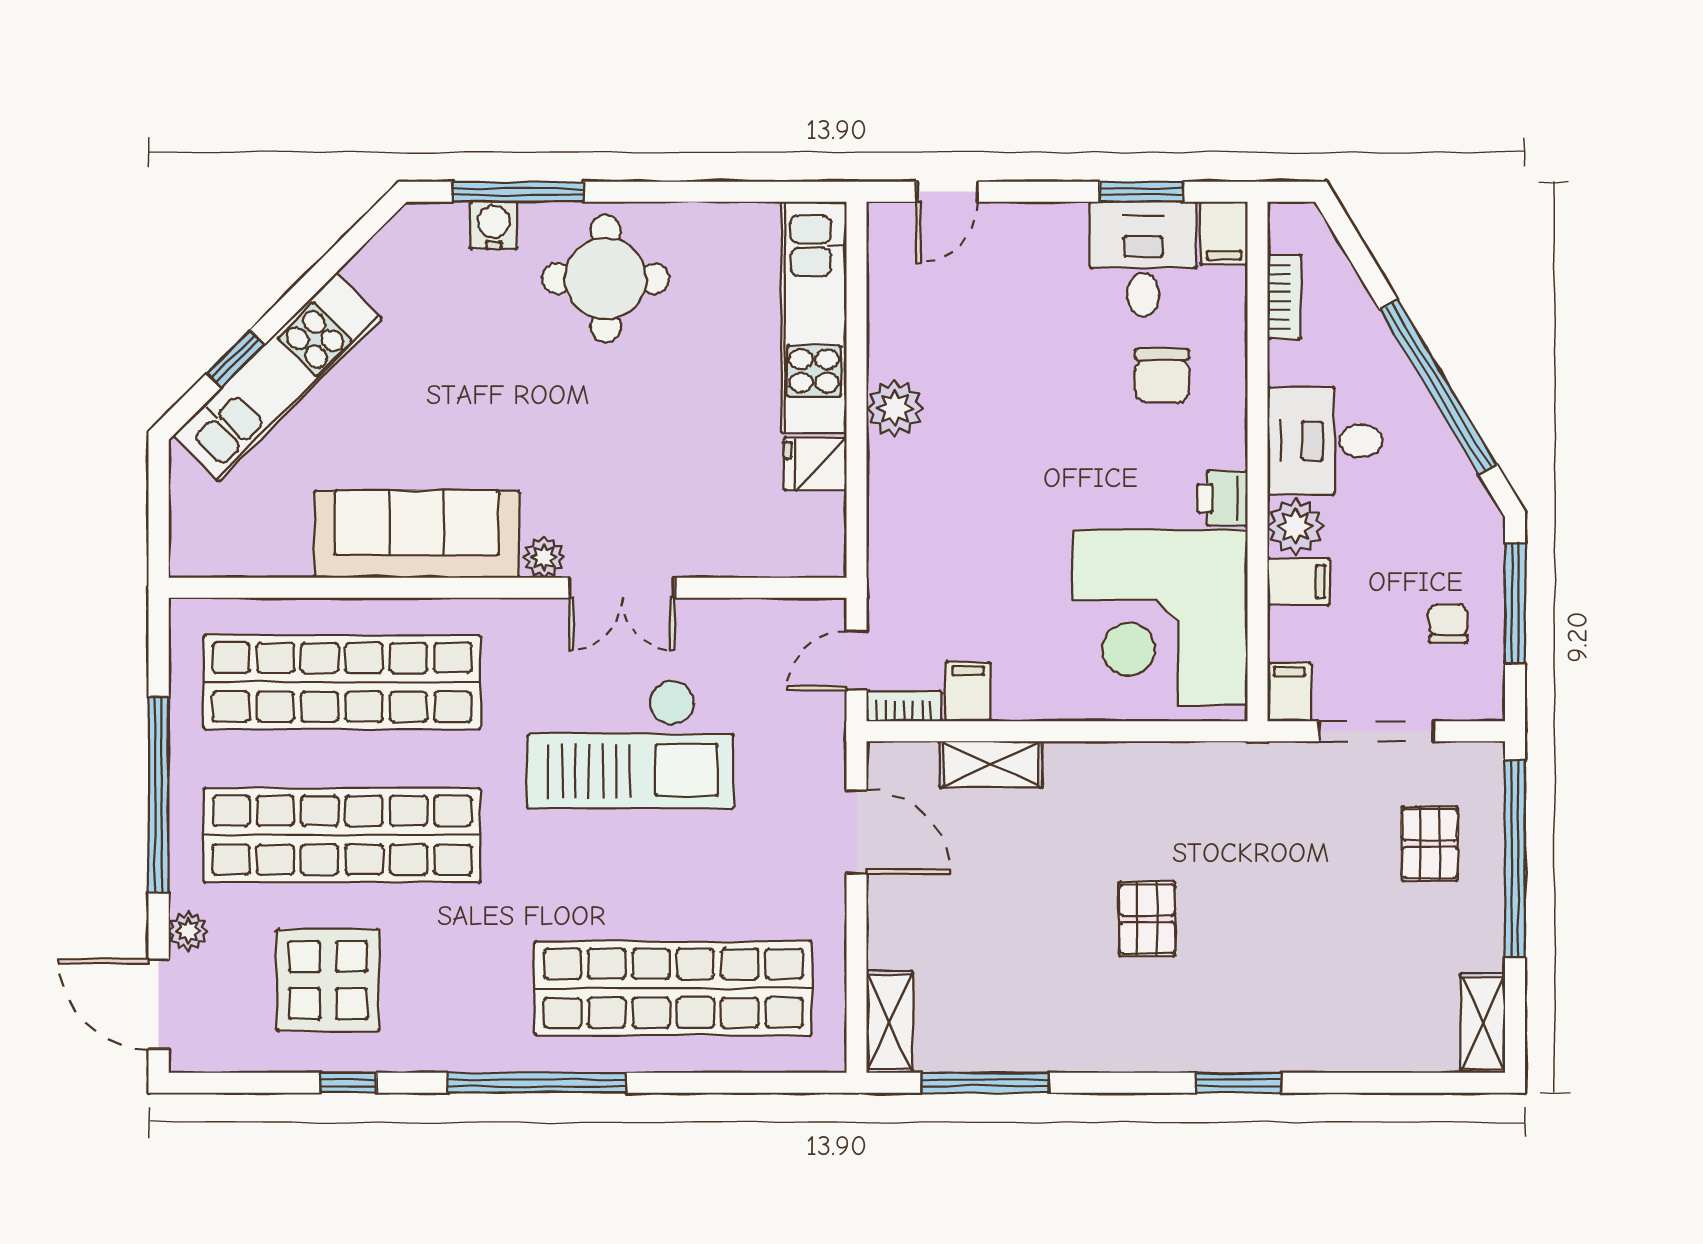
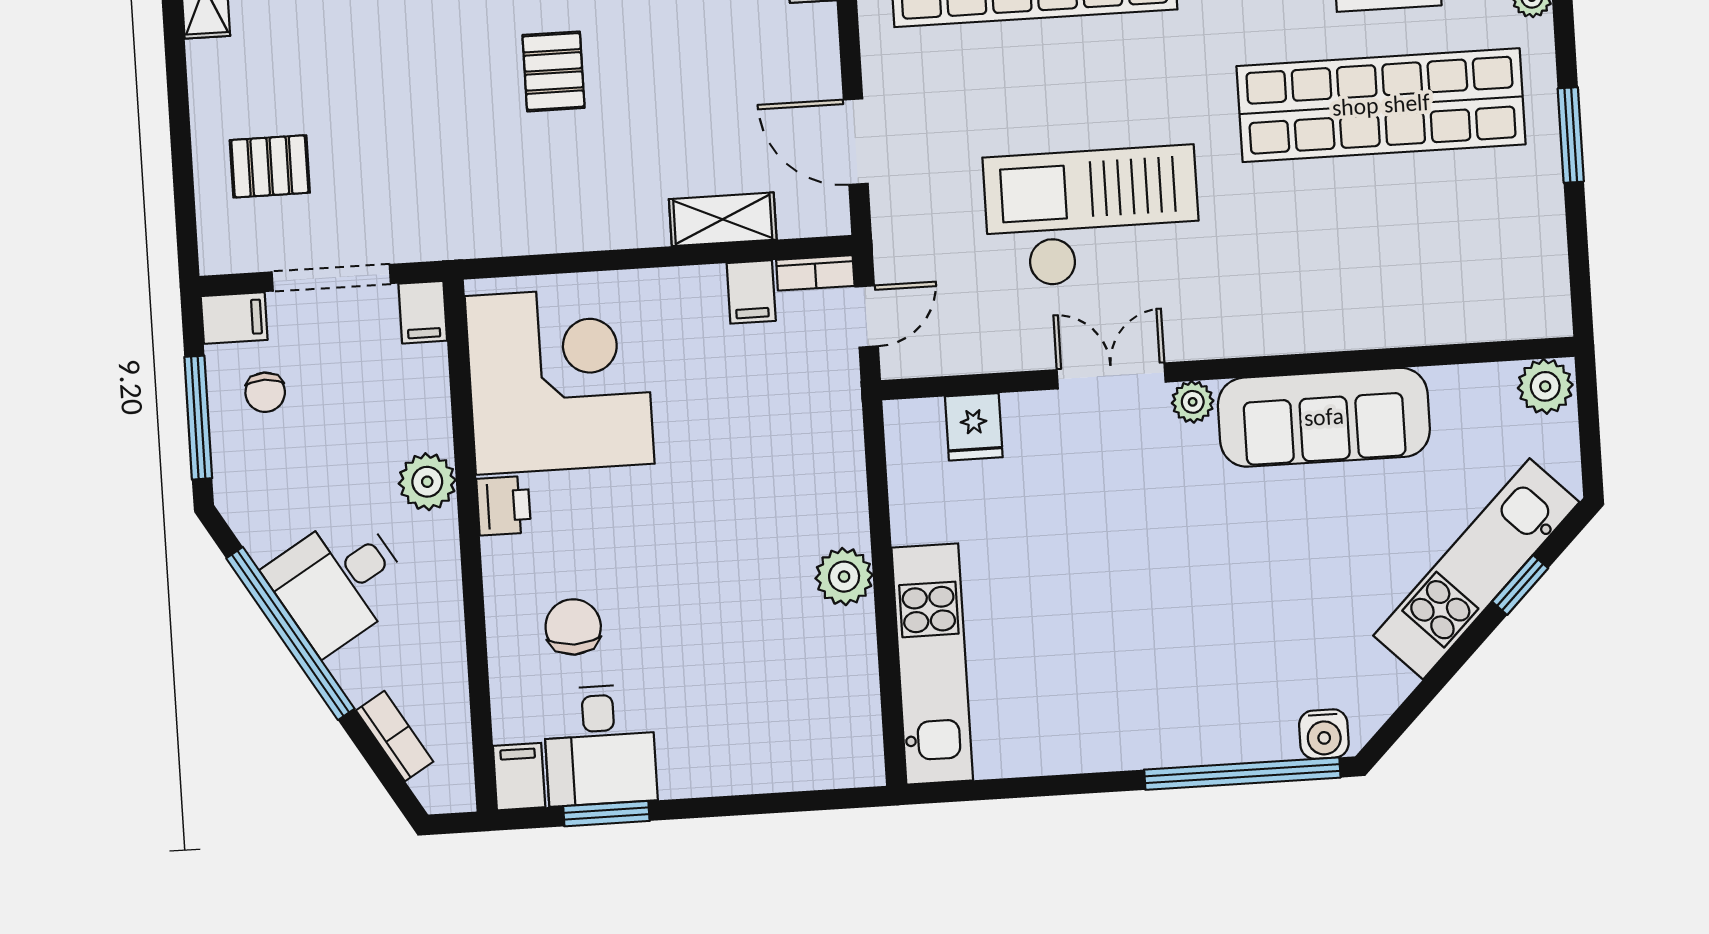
window: (518, 192) -> (1242, 774), width x1.46
door: (947, 192) -> (804, 801), removed
water cooler: (494, 225) -> (1324, 734), moved
round table: (606, 279) -> (1148, 690), removed
bookcase: (1284, 297) -> (395, 736), moved, turned 149
desk: (1325, 441) -> (339, 582), moved, turned 149
fridge: (815, 464) -> (974, 427), moved, turned 90
plant: (199, 551) -> (1545, 386), added
filing cabinet: (1299, 582) -> (234, 318), moved, turned 180
shop shelf: (342, 682) -> (1391, 261), removed
window: (159, 794) -> (1571, 135), width x0.47
pallet: (1430, 844) -> (270, 166), turned 90
window: (1515, 859) -> (182, 157), removed

